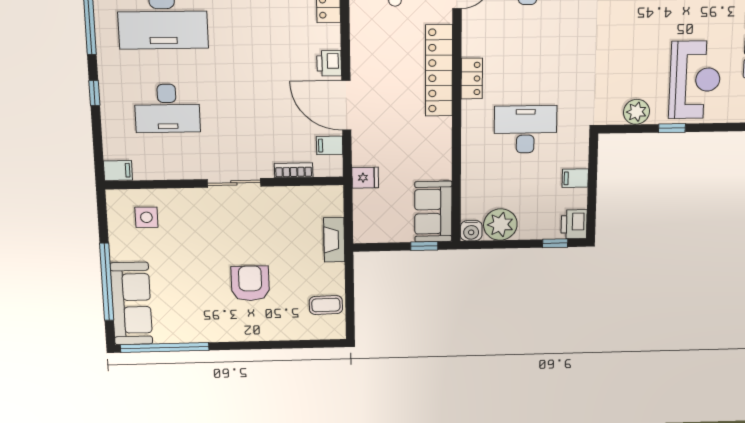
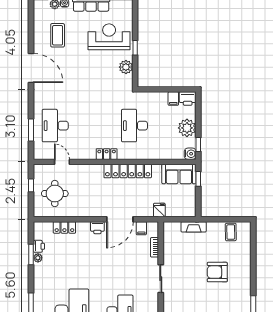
locker: (439, 71) -> (128, 171), moved
filing cabinet: (575, 178) -> (173, 99), moved
plant: (500, 225) -> (187, 128), moved
window: (555, 243) -> (198, 145), moved

